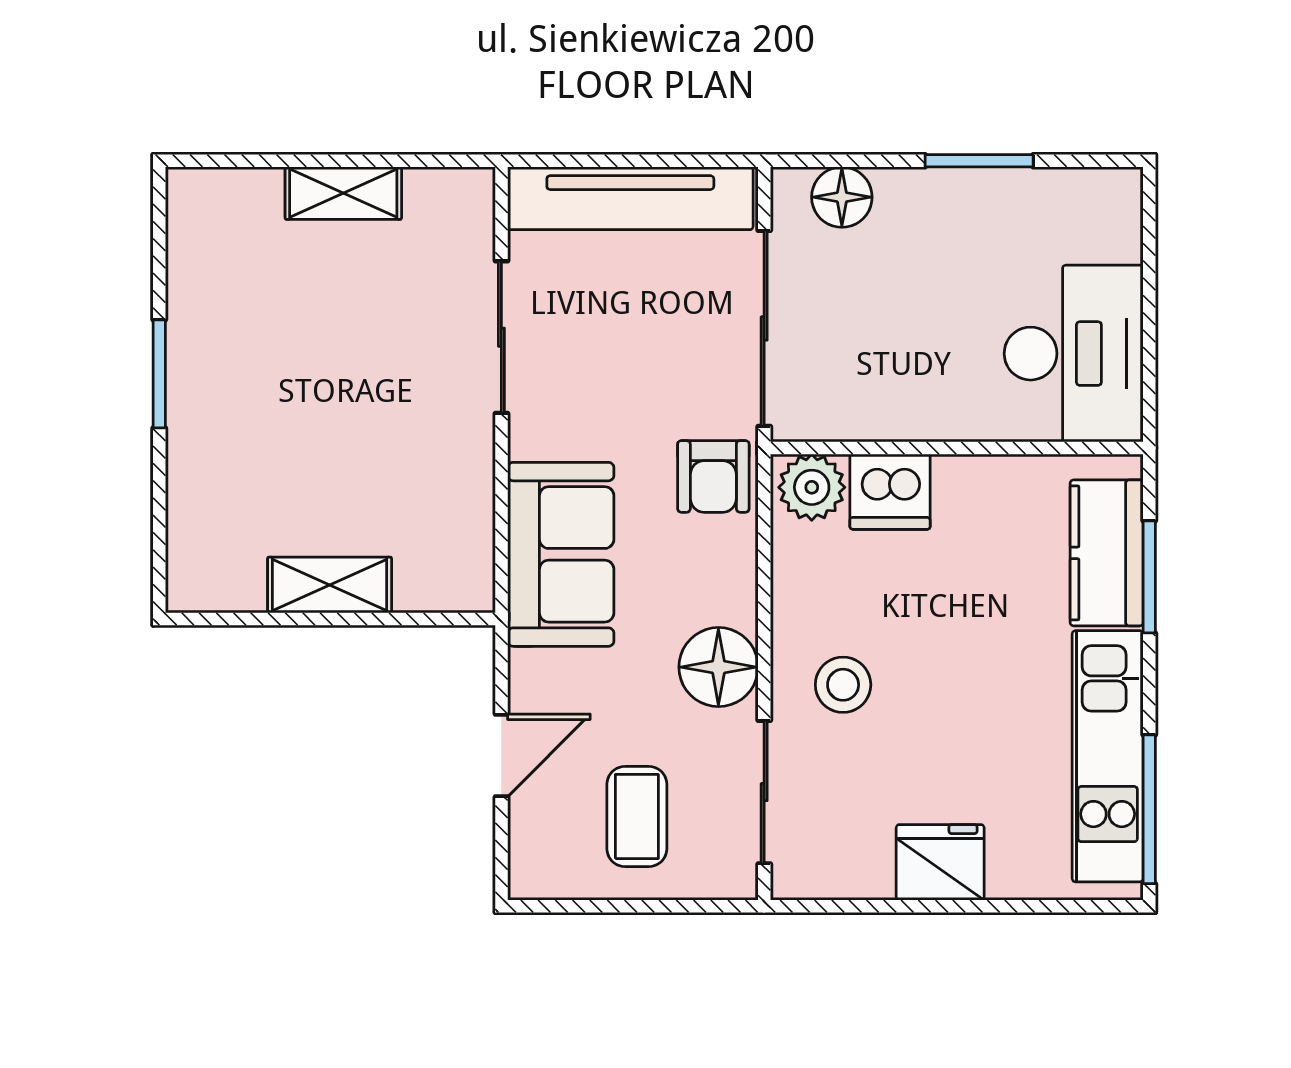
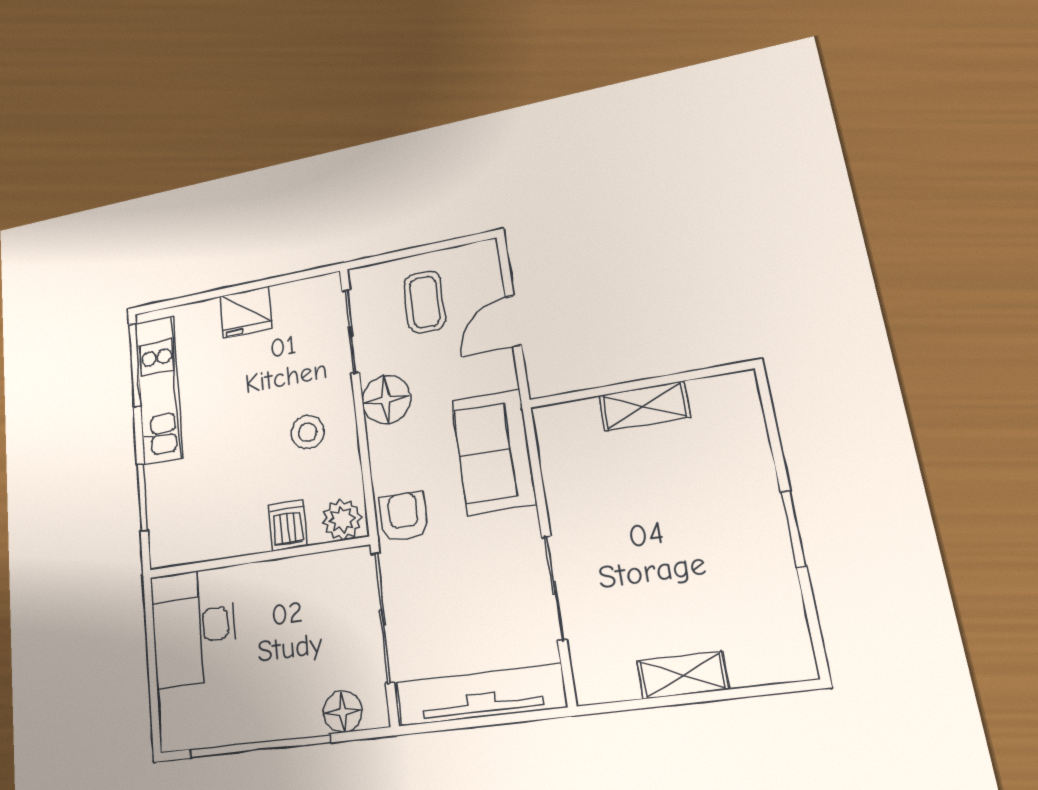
window: (979, 161) -> (259, 746), width x2.11
dishwasher: (890, 492) -> (288, 525), width x0.73
kitchen counter: (1107, 553) -> (167, 507), removed
stool: (843, 685) -> (308, 432), moved

